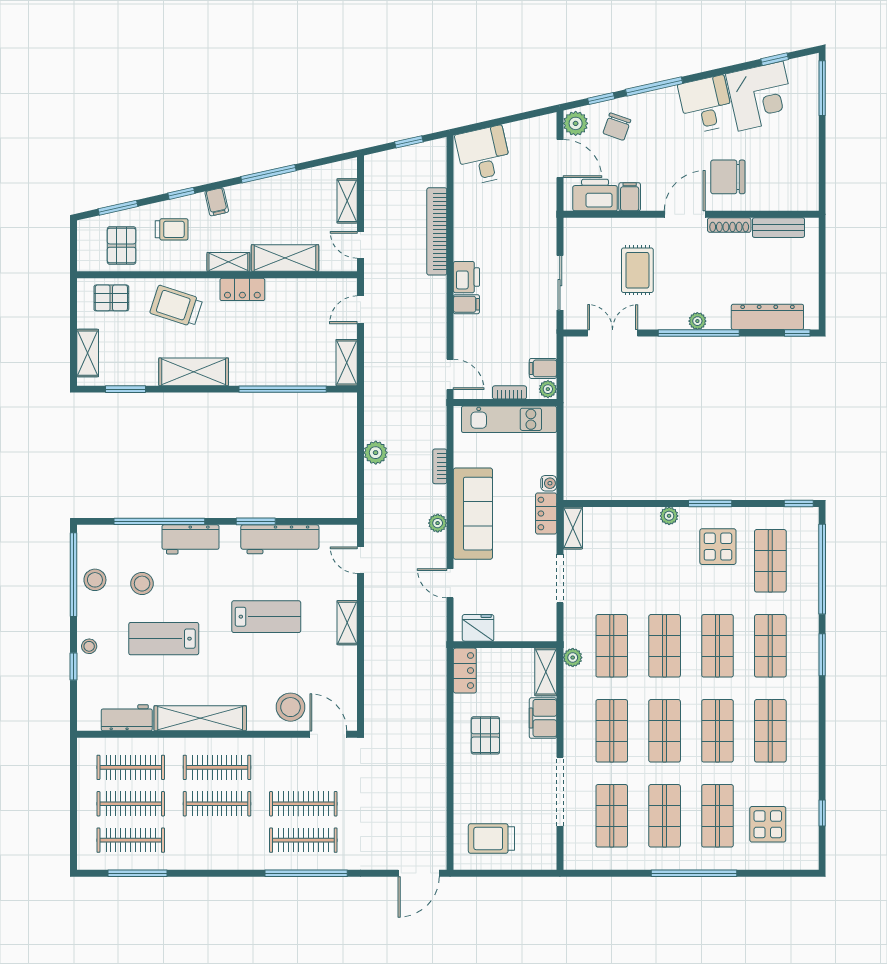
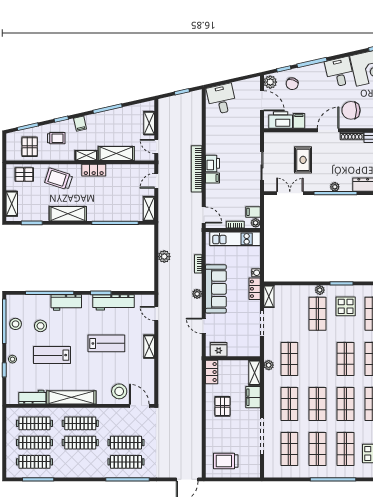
bookcase: (437, 231) -> (197, 169), moved
shop shelf: (665, 646) -> (317, 314), moved

